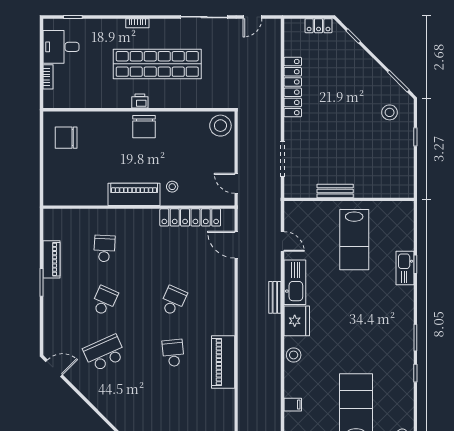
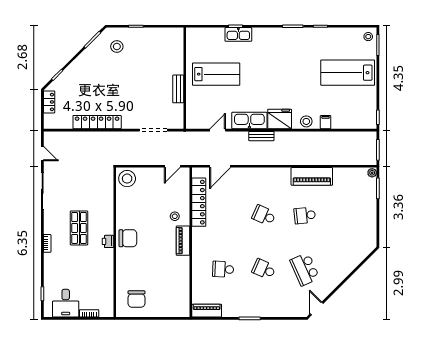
shop shelf: (157, 64) -> (79, 228), width x0.50, depth x0.74
piano: (134, 194) -> (183, 241), width x0.73, depth x0.75
piano: (51, 259) -> (207, 311), moved
filing cabinet: (293, 405) -> (326, 122), moved

